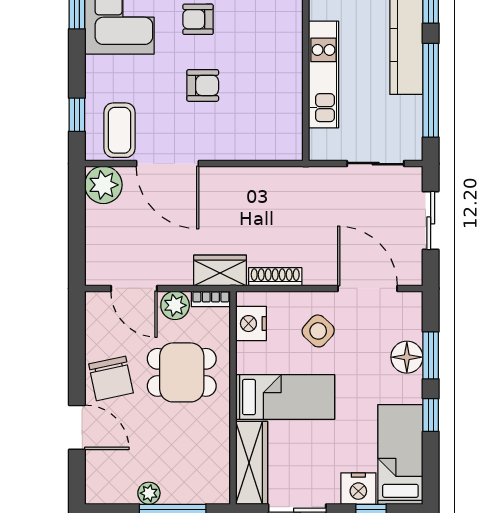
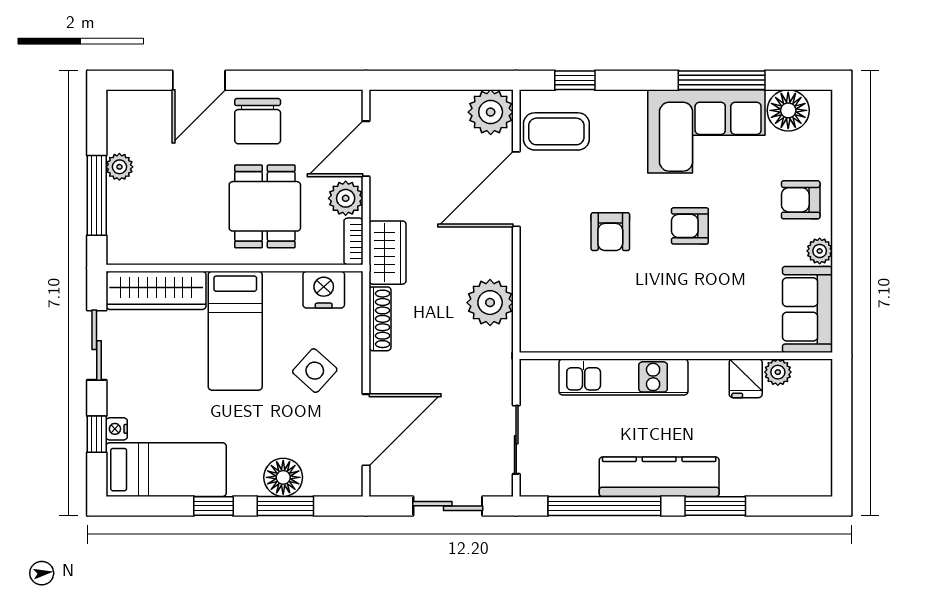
armchair: (198, 19) -> (690, 226), turned -90
plant: (262, 185) -> (490, 303), added
chair: (111, 378) -> (258, 121), turned -78
nightstand: (358, 489) -> (117, 429), width x0.53, depth x0.56

